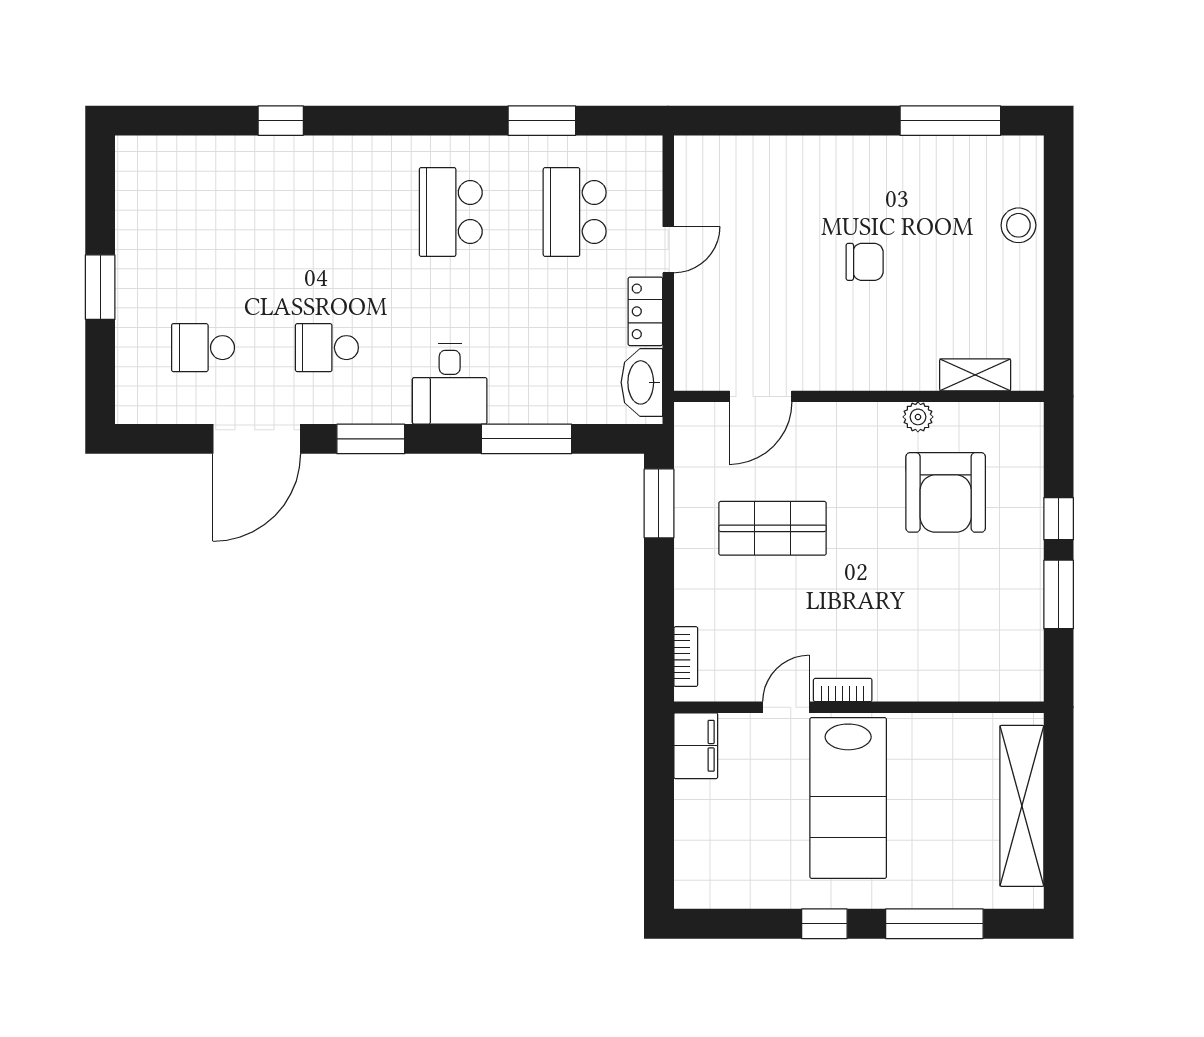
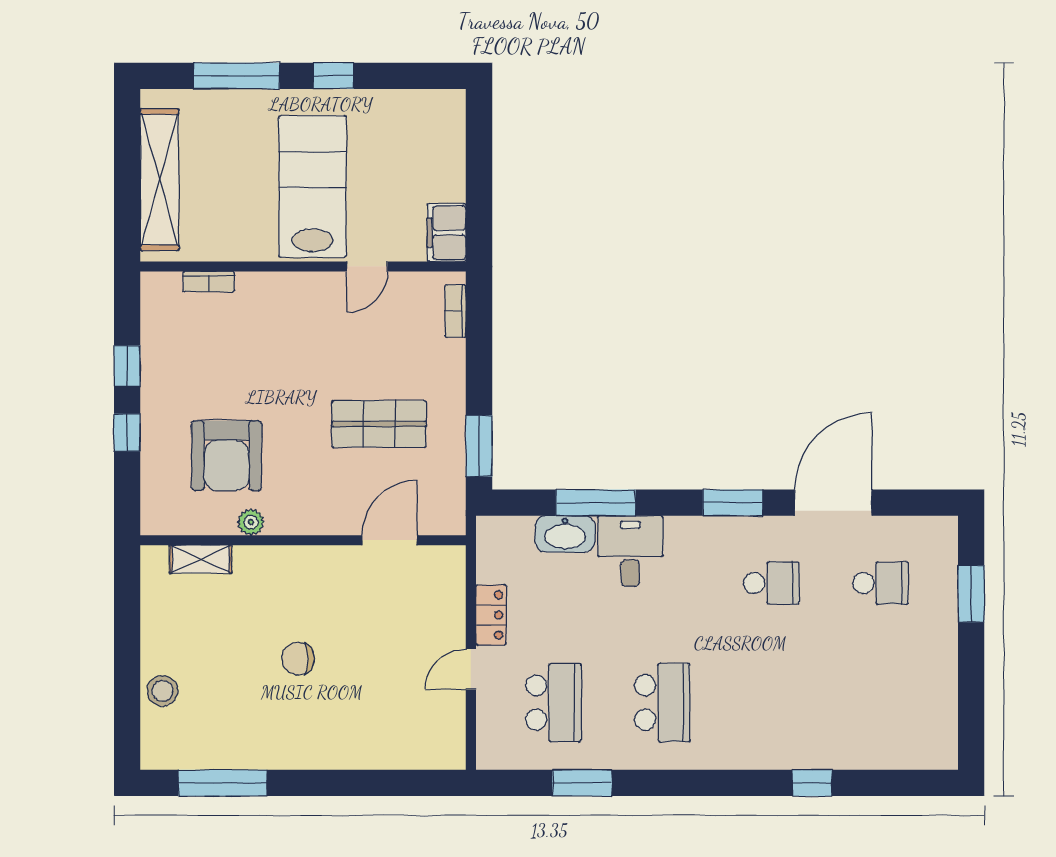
window: (100, 287) -> (971, 594), moved
washbasin: (642, 382) -> (565, 534), moved, turned 90
desk: (450, 384) -> (630, 551), moved
armchair: (946, 492) -> (227, 456), turned 180
window: (1059, 594) -> (127, 366), width x0.67
bookcase: (843, 690) -> (209, 282), moved

